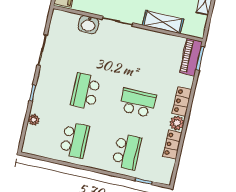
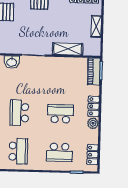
locker: (172, 145) -> (92, 155), moved
school desk: (127, 152) -> (59, 152), turned 90

